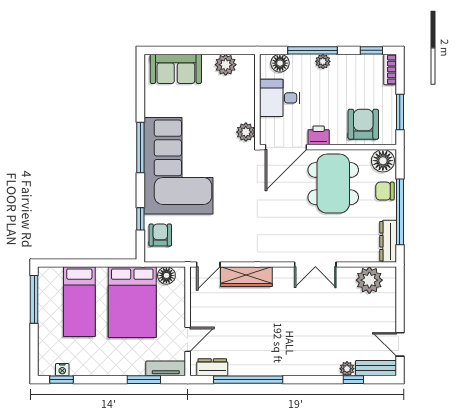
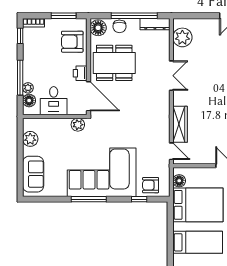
plant: (323, 61) -> (28, 88), moved

